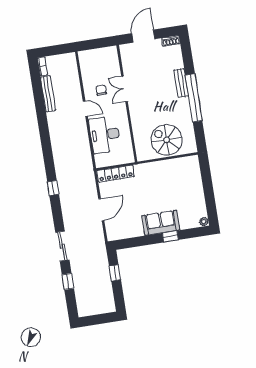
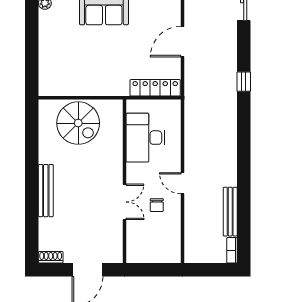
bench: (181, 83) -> (46, 191), width x1.36
window: (194, 98) -> (32, 175), removed
desk: (105, 135) -> (145, 138), moved, turned 180

